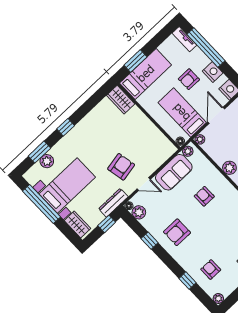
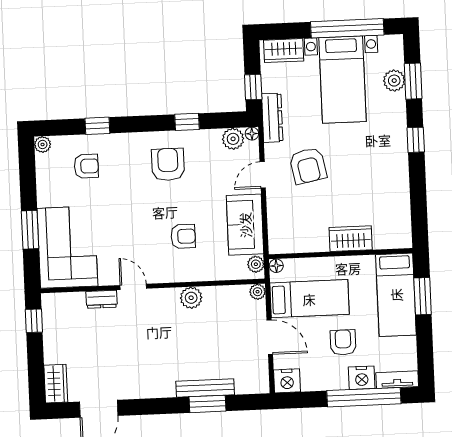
nightstand: (213, 72) -> (362, 378), moved
wardrobe: (121, 100) -> (351, 239), moved

